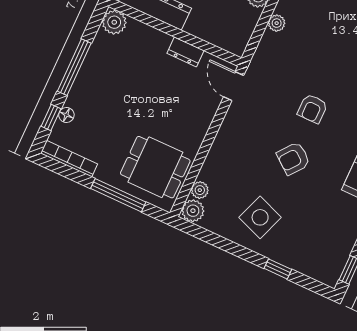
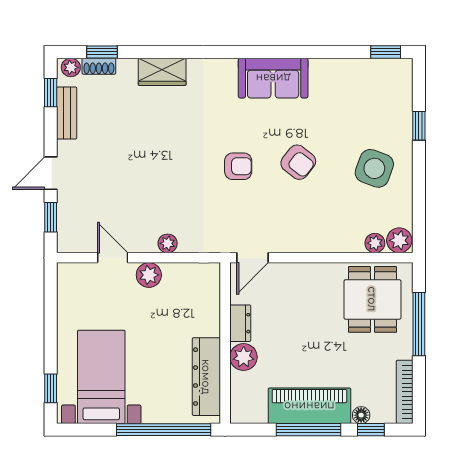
plant: (114, 22) -> (244, 357), moved
piano: (93, 77) -> (309, 406), added

